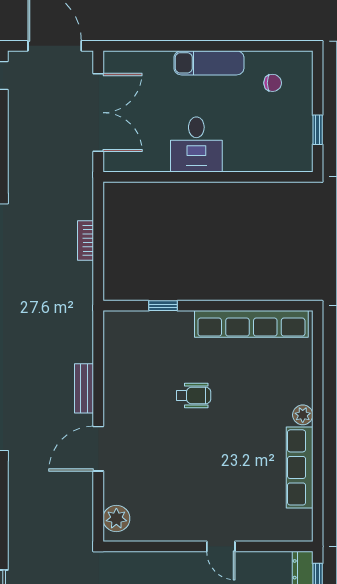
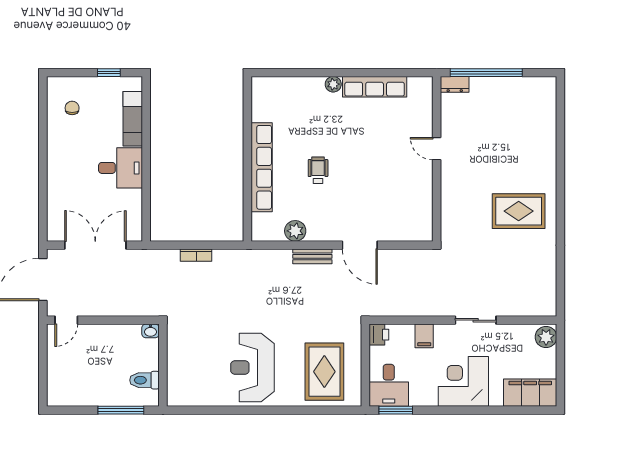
exam couch: (209, 63) -> (133, 119), moved, turned 180
window: (163, 306) -> (247, 194), removed
row of seats: (251, 324) -> (262, 167), moved
plant: (116, 518) -> (295, 231), moved
door: (221, 546) -> (437, 149), swing flipped

